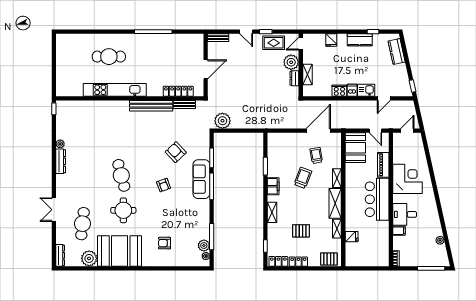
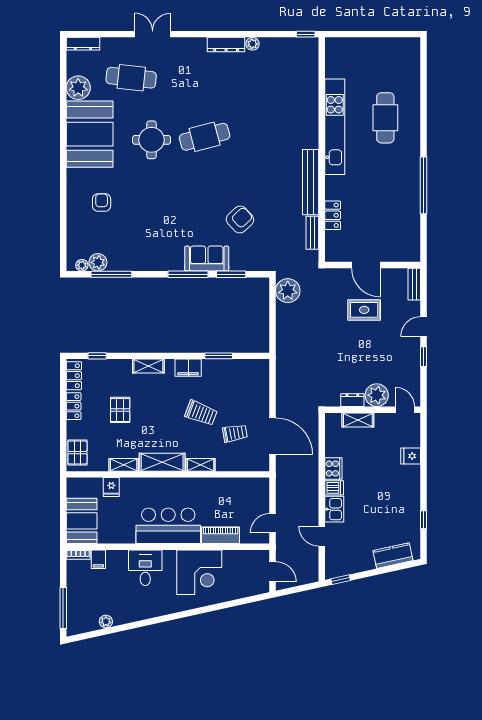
kitchen counter: (360, 40) -> (411, 499), removed
rug: (274, 43) -> (364, 310), moved, turned 90
locker: (178, 91) -> (333, 215), width x0.66
booth: (355, 148) -> (82, 521), moved, turned 90
sofa: (201, 179) -> (207, 259), width x0.73
armchair: (164, 185) -> (190, 201), removed
filing cabinet: (399, 231) -> (98, 559), moved

